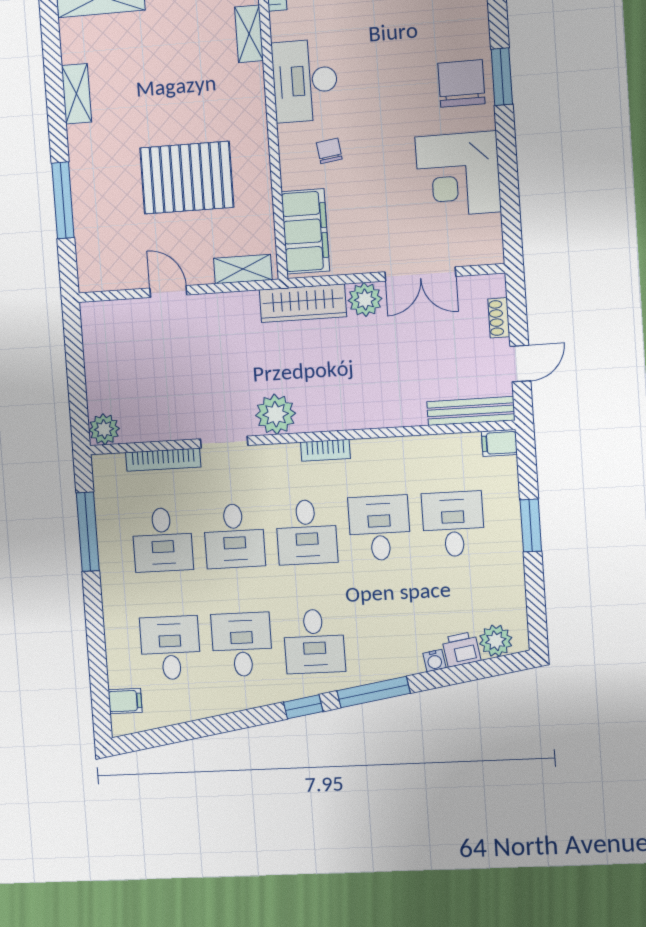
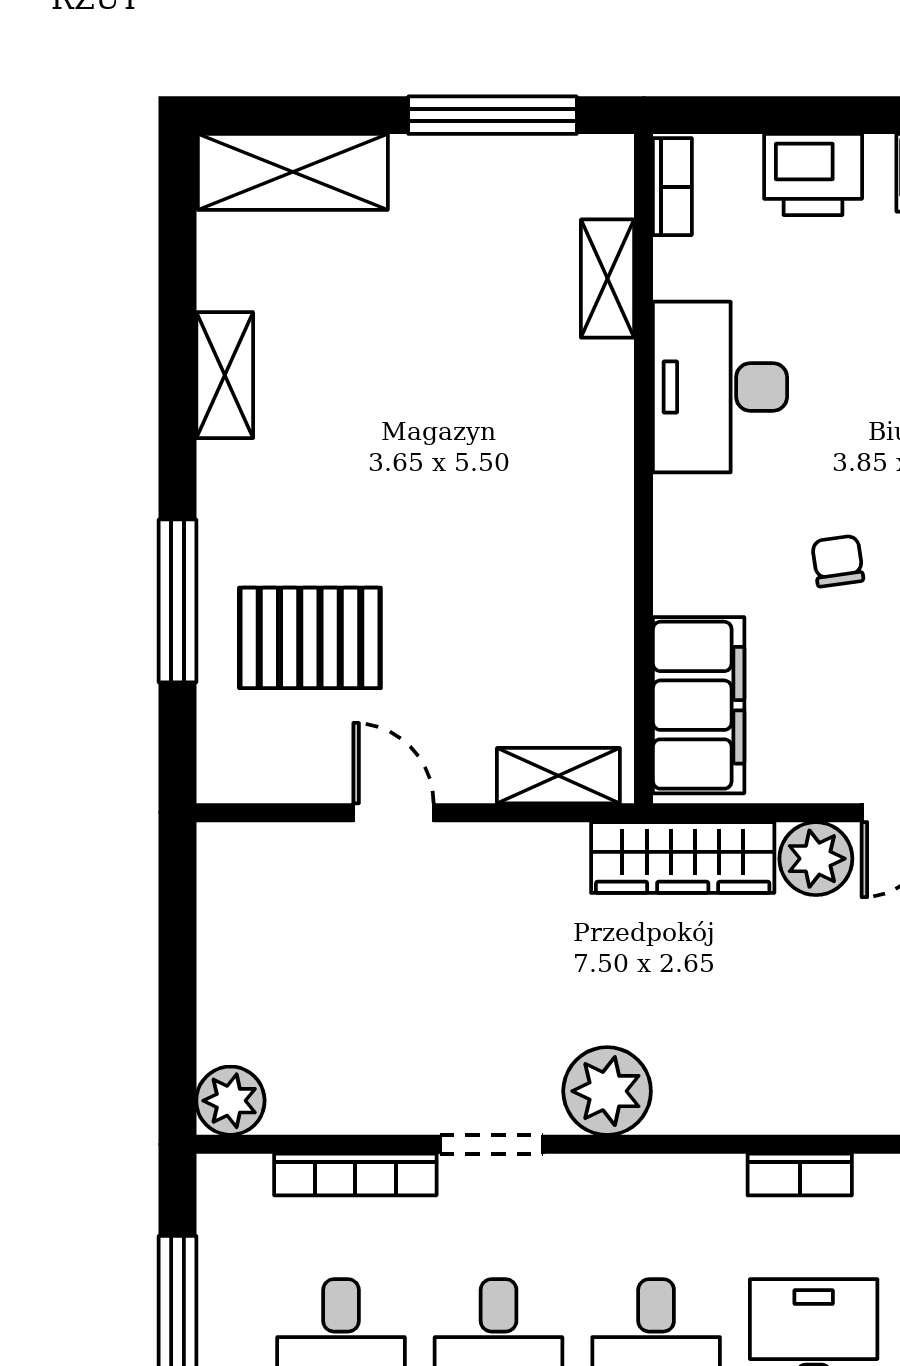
chair: (329, 151) -> (838, 561), moved
pallet: (187, 178) -> (310, 638), moved, width x0.73, depth x0.71
bookcase: (325, 450) -> (800, 1175), moved

